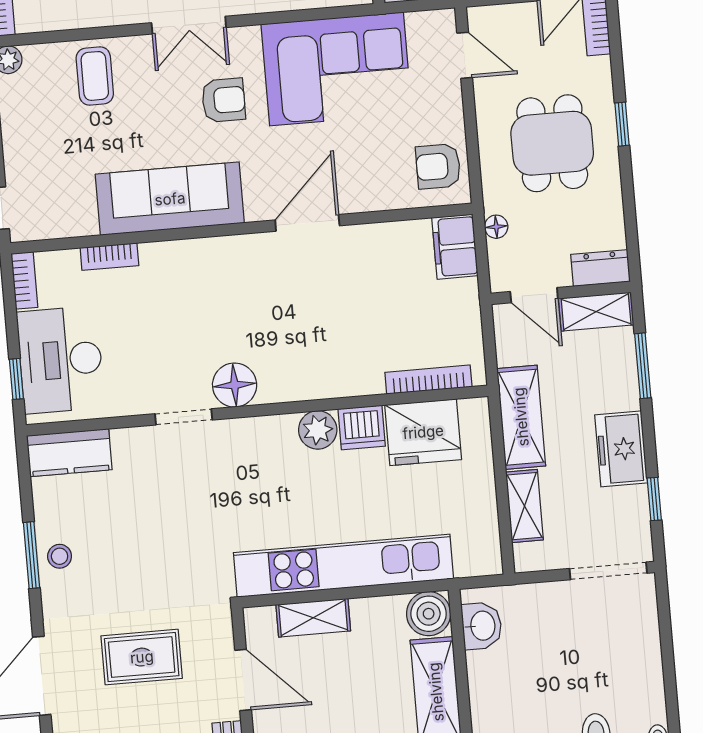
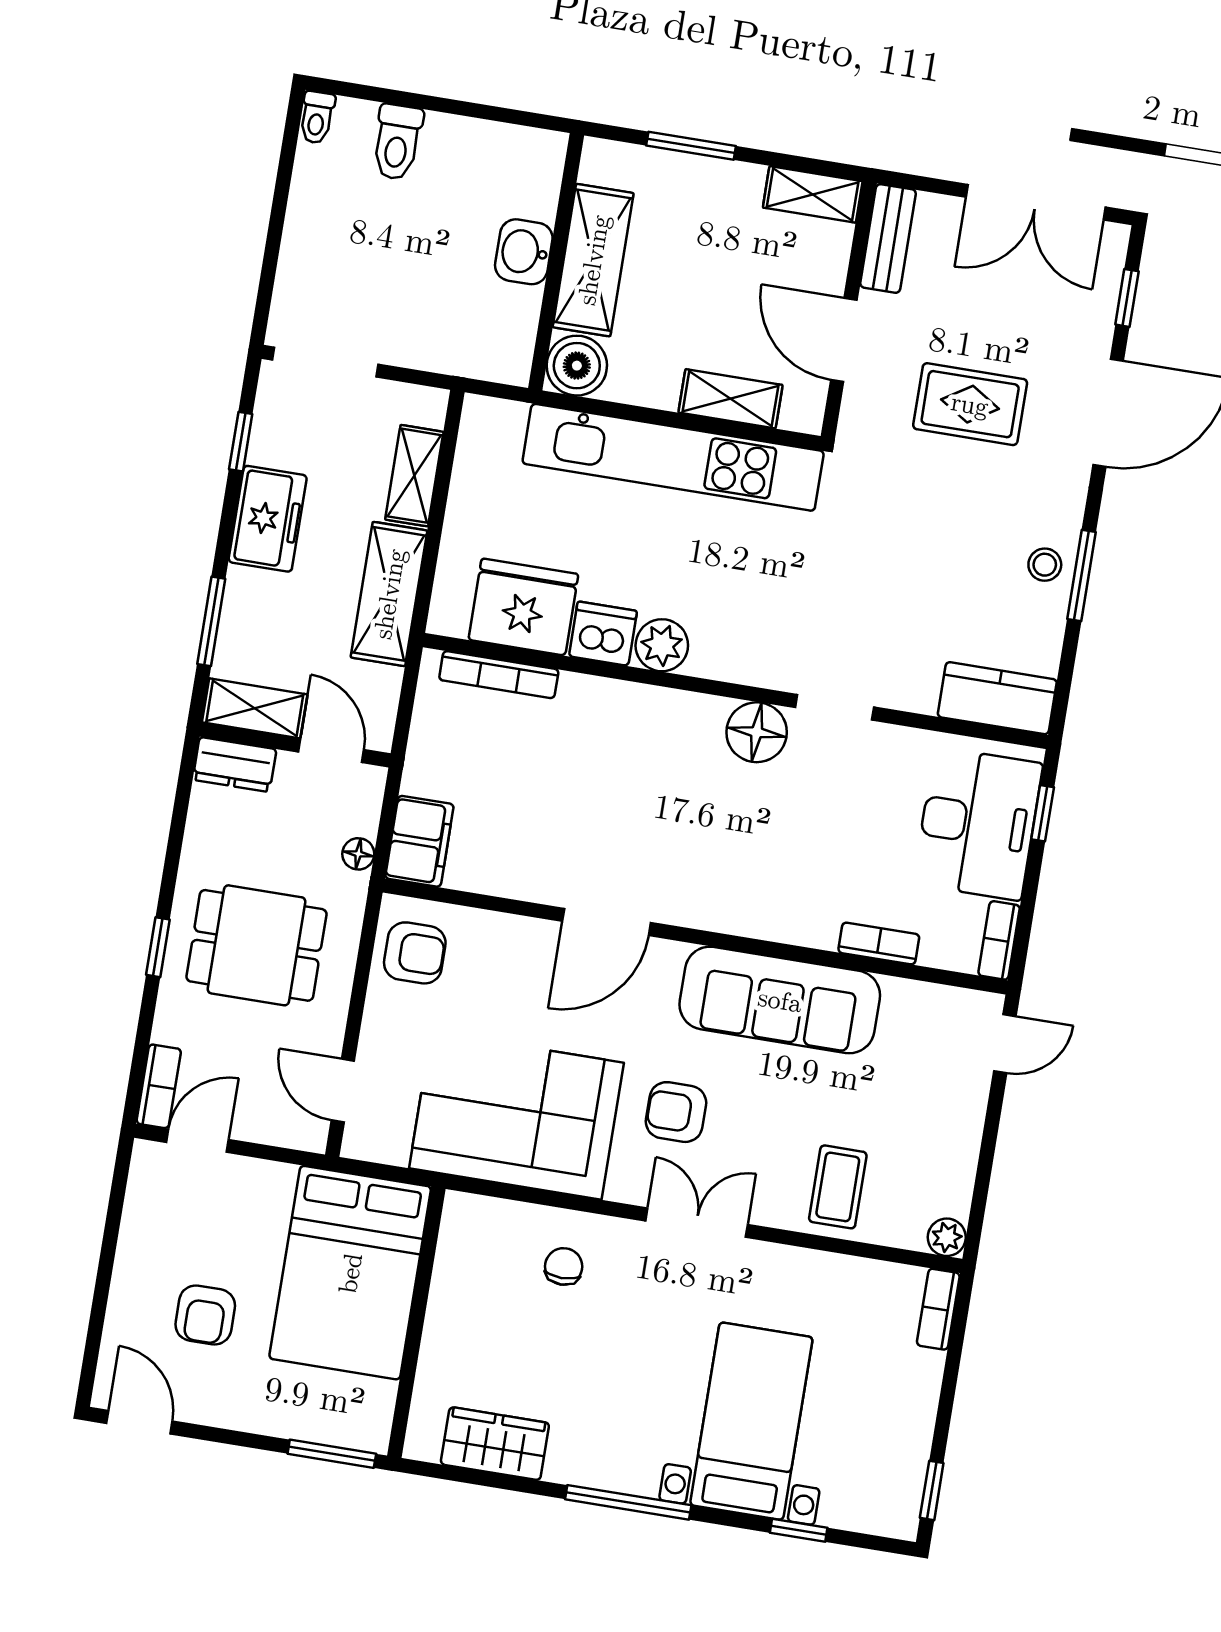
dining table: (552, 143) -> (256, 945), turned 90
washbasin: (482, 626) -> (524, 252), moved

